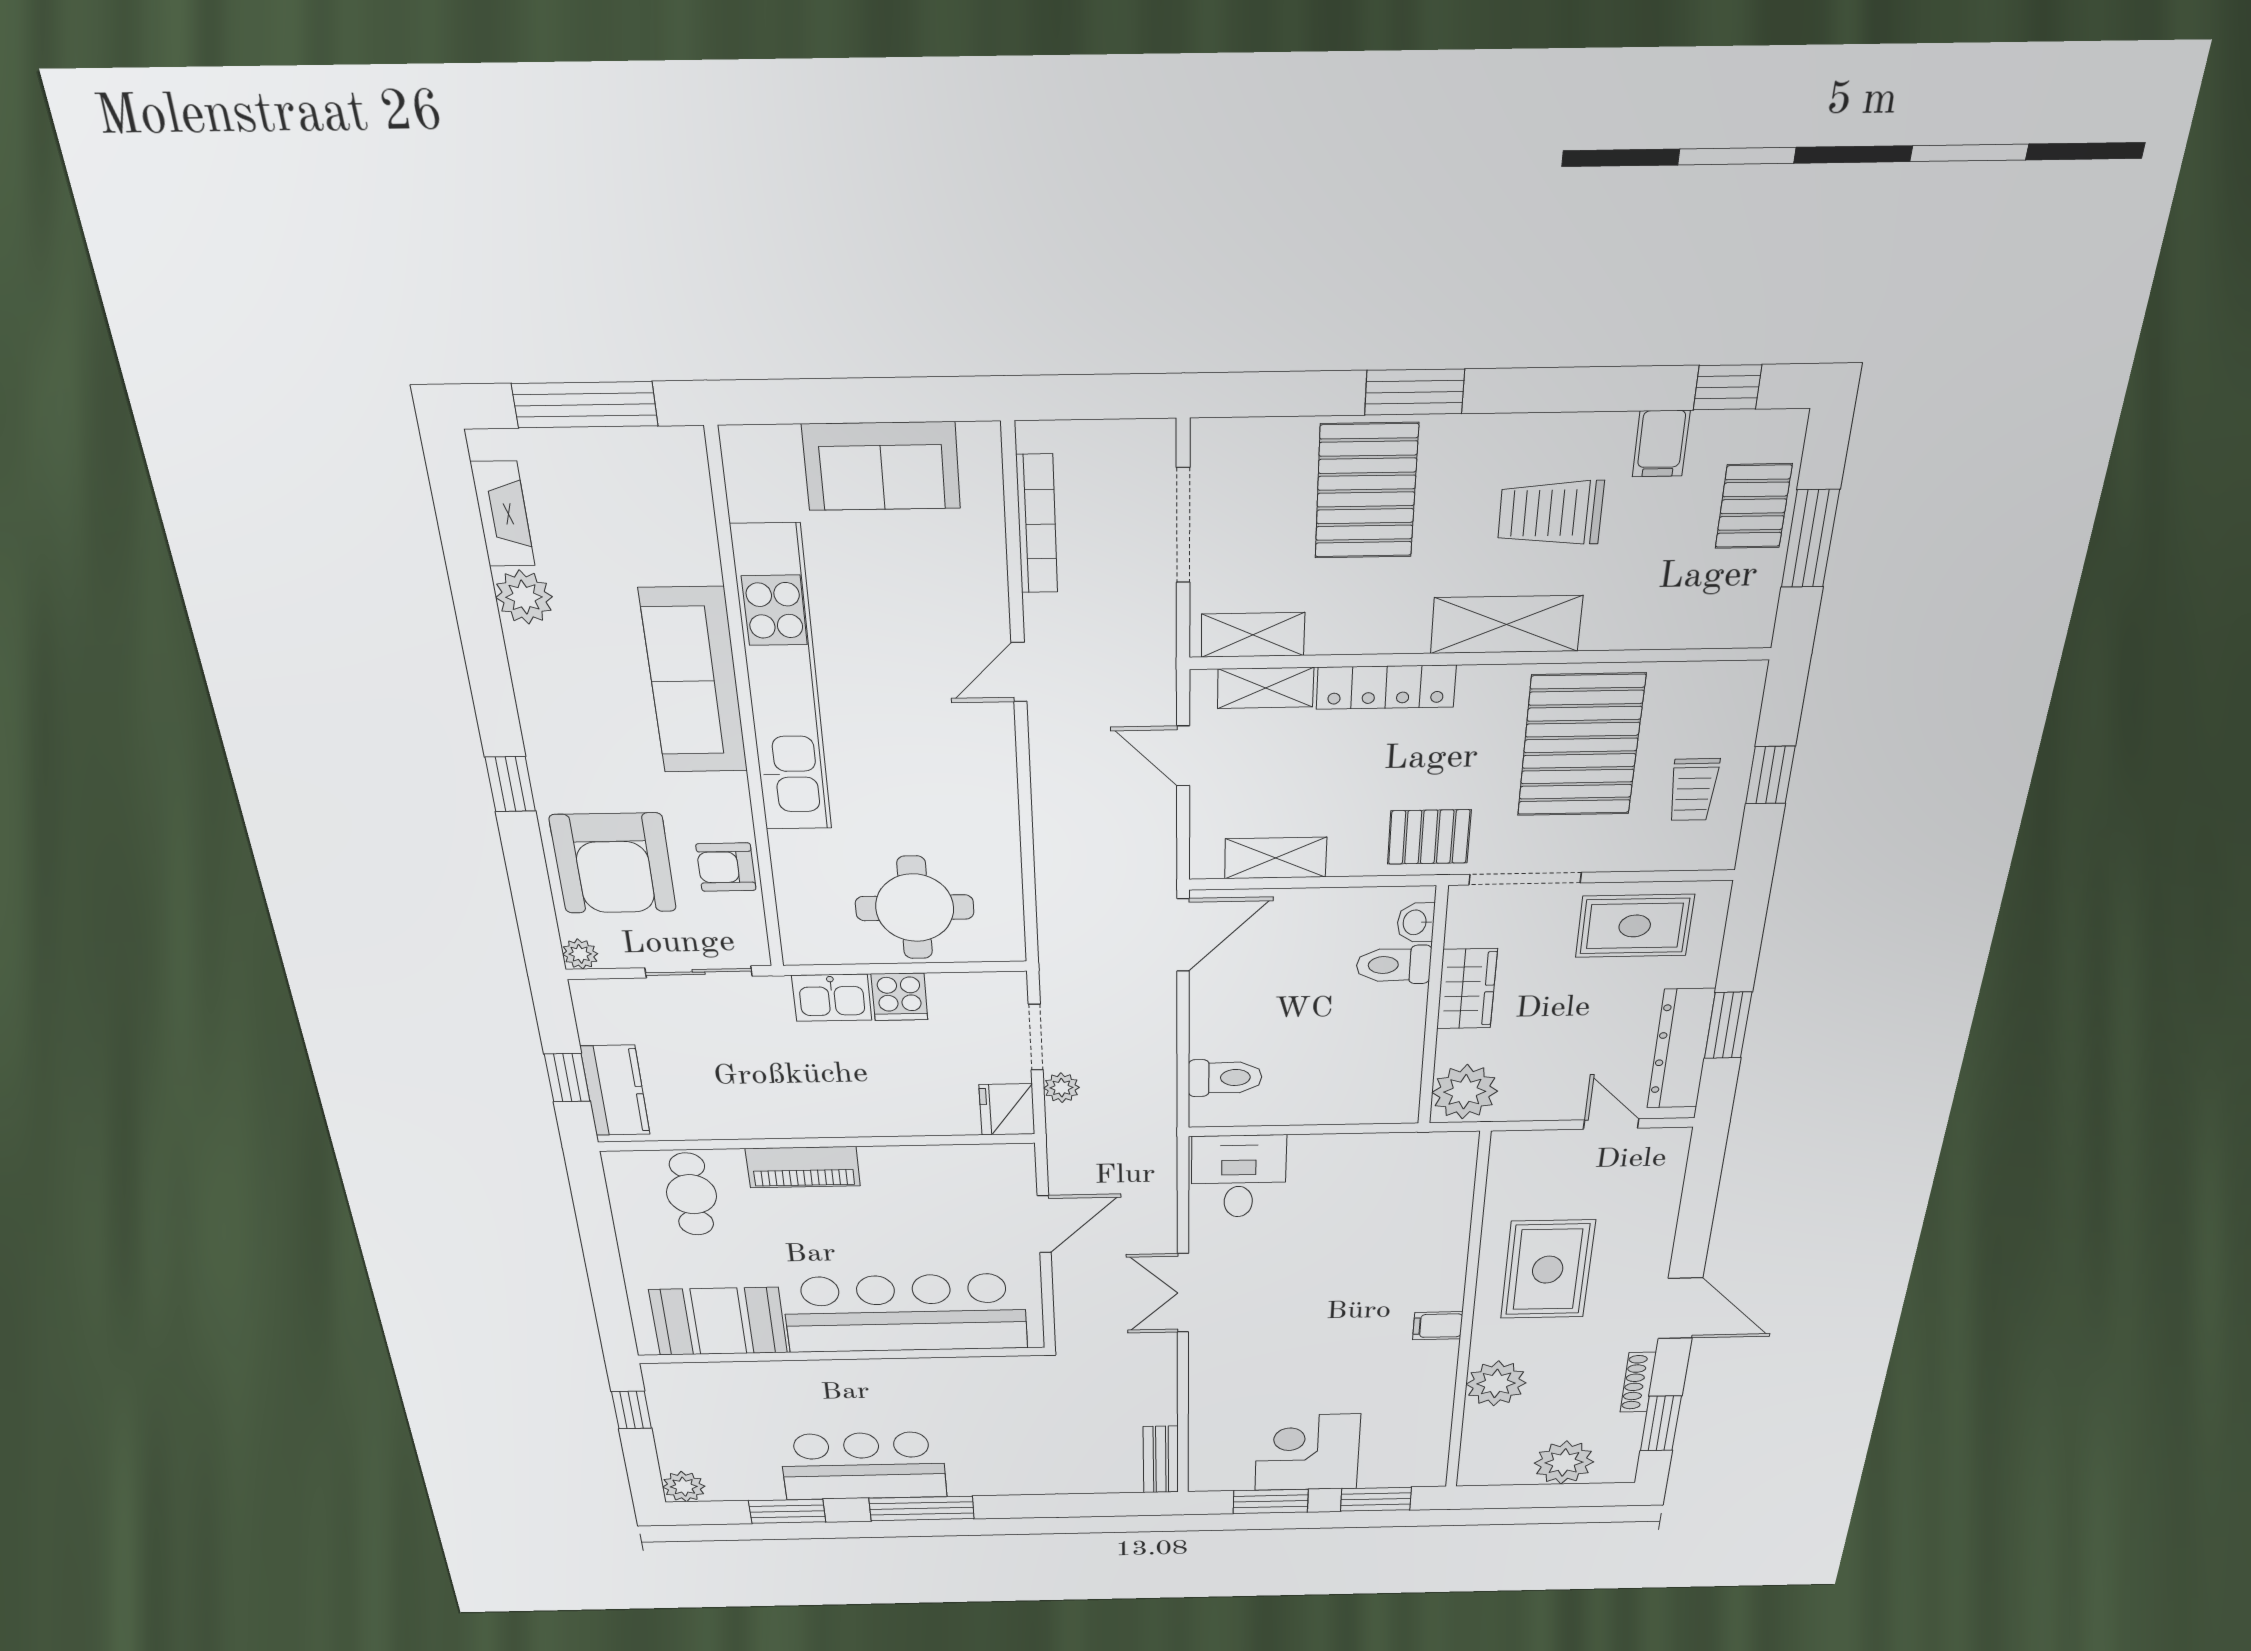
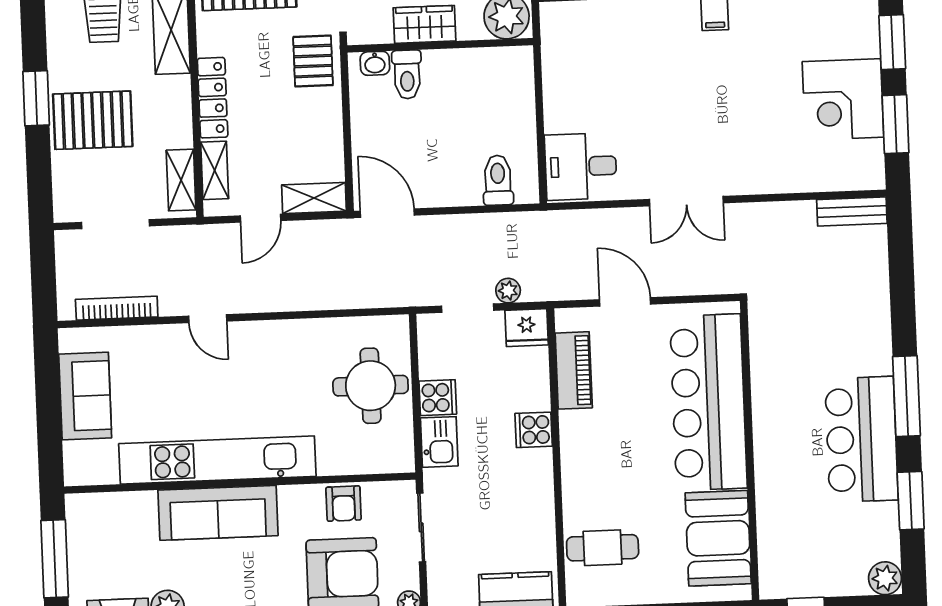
shelving: (1276, 858) -> (314, 198), moved, turned 90
cooker: (857, 1116) -> (534, 430), added
piano: (803, 1167) -> (574, 370), moved

